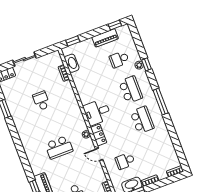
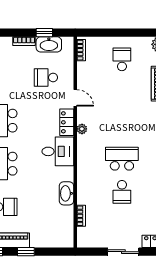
window: (73, 41) -> (26, 252), moved
washbasin: (72, 63) -> (66, 193), moved
school desk: (59, 147) -> (122, 159), moved
school desk: (125, 161) -> (46, 77), turned 180

